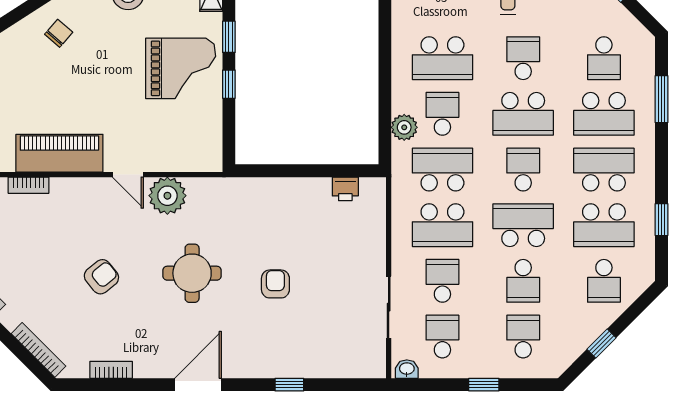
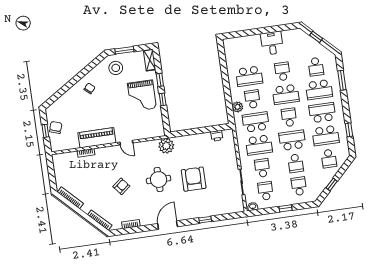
grand piano: (181, 68) -> (142, 96), turned 90
plant: (167, 196) -> (166, 146), moved
armchair: (275, 284) -> (194, 179), width x1.88, depth x1.88

